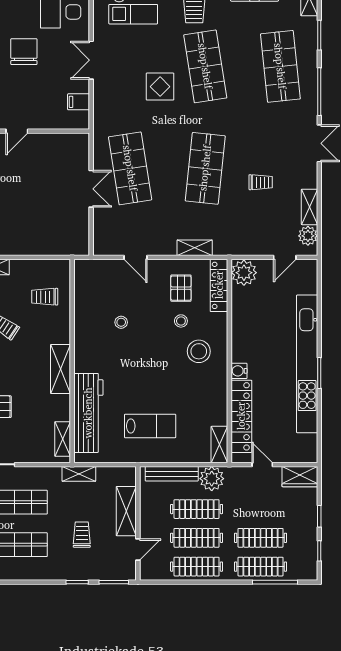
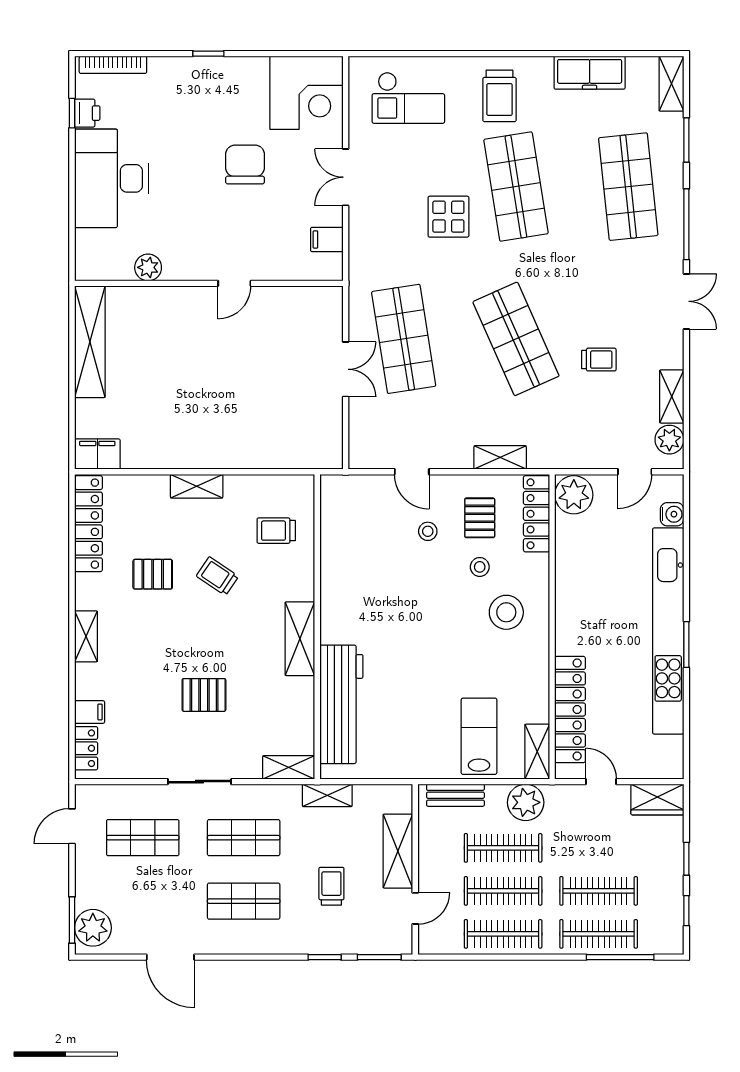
shop shelf: (205, 168) -> (516, 339), turned -30
stool: (121, 322) -> (428, 531), moved
water cooler: (239, 371) -> (672, 514), moved, turned 180
lab bench: (150, 426) -> (479, 736), moved, turned -90
shelving: (63, 439) -> (289, 767), moved, turned 90
bench: (172, 474) -> (455, 795), width x0.73

